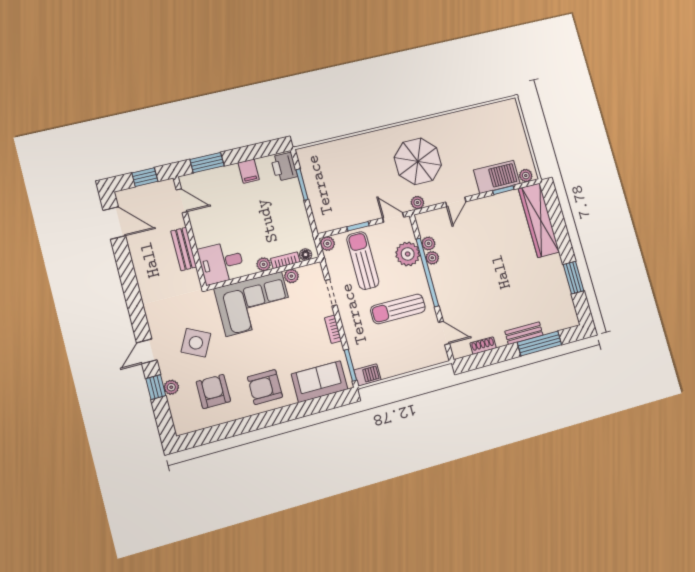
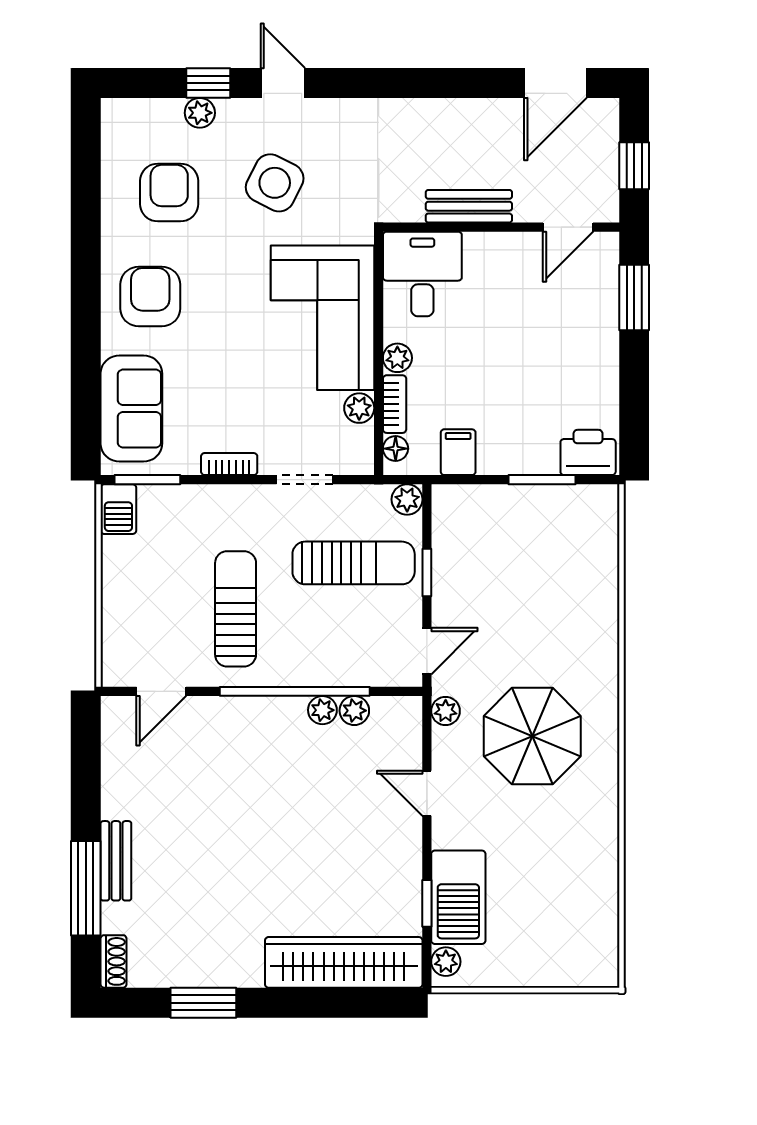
filing cabinet: (249, 171) -> (458, 452), moved, turned 90
plant: (408, 254) -> (343, 661), removed
shoe rack: (483, 346) -> (114, 961), moved
armchair: (213, 391) -> (169, 192), turned -90

